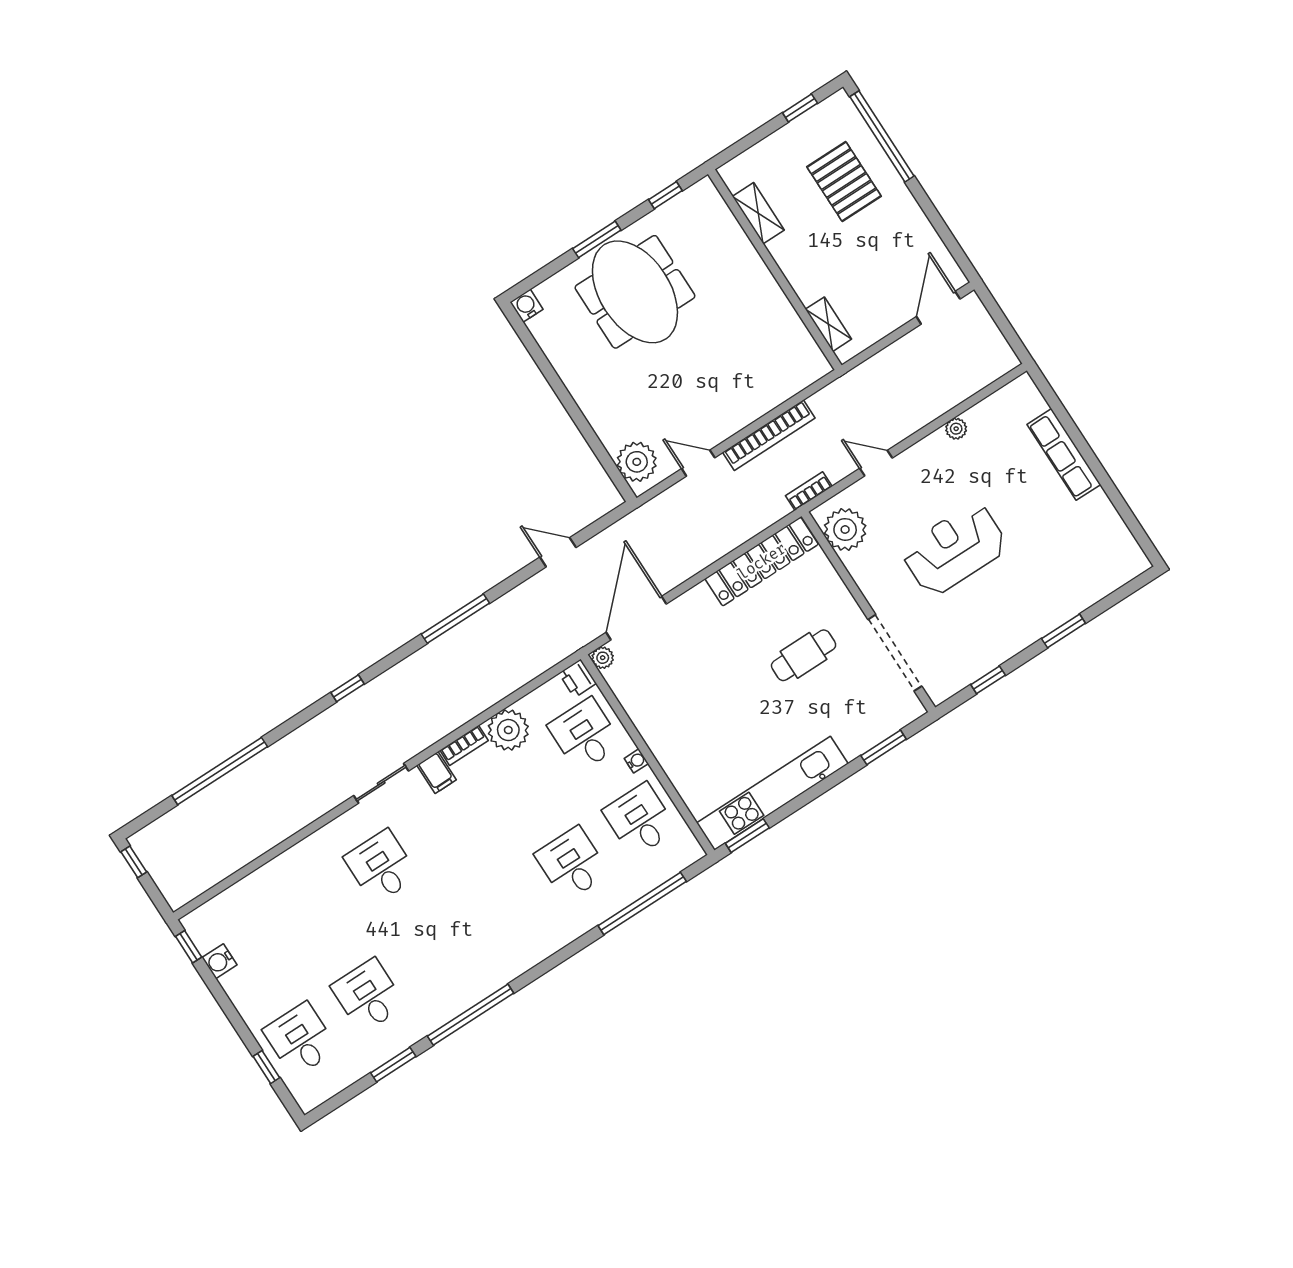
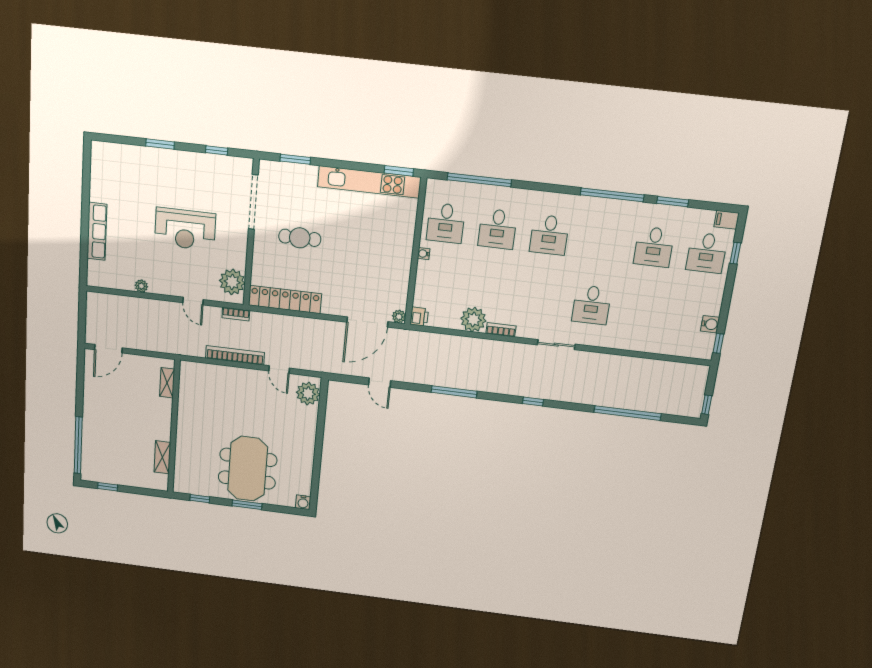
pallet: (844, 181) -> (111, 440), removed
desk: (585, 735) -> (549, 235), moved
filing cabinet: (436, 772) -> (727, 220), moved, turned -90

